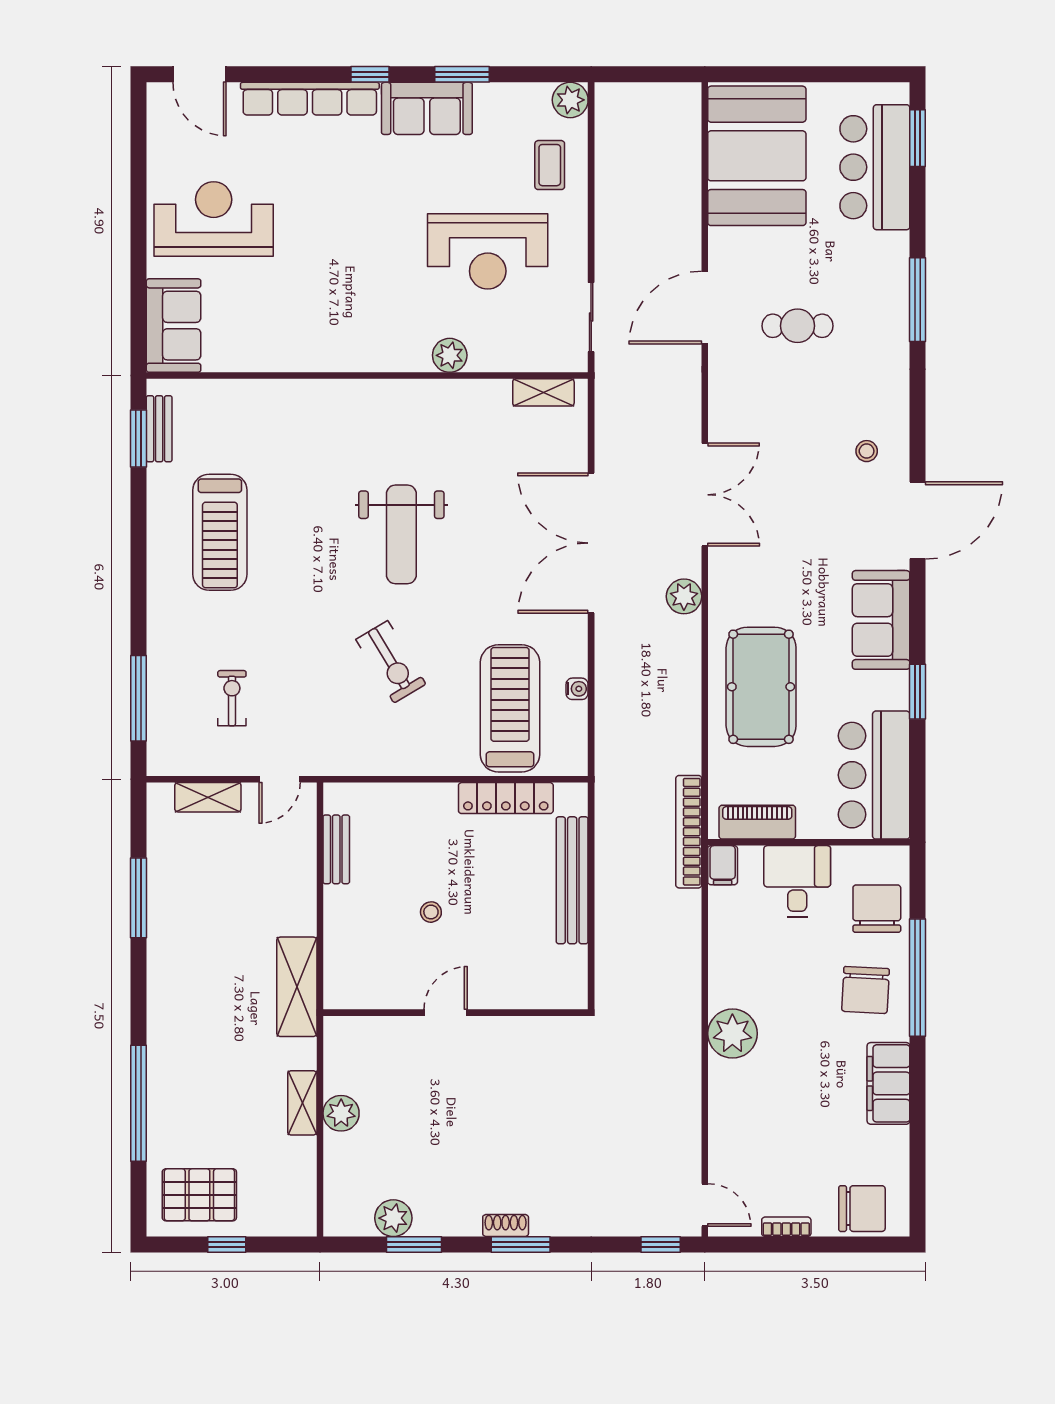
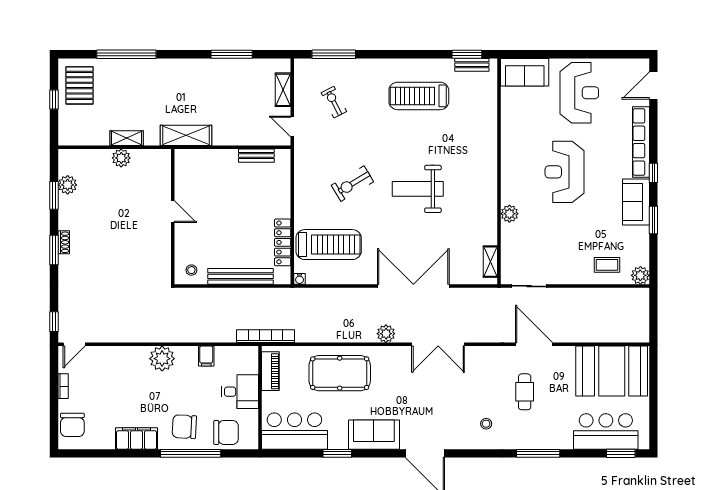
reception desk: (488, 251) -> (564, 172), moved
stool: (867, 451) -> (486, 424), moved
water cooler: (577, 689) -> (300, 279), moved
exercise bike: (232, 698) -> (334, 102), turned -117
filing cabinet: (723, 865) -> (206, 356), moved, turned -90
stool: (431, 912) -> (191, 270), moved

